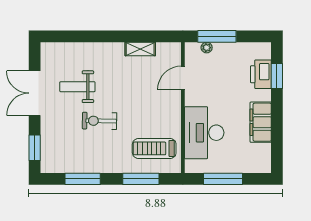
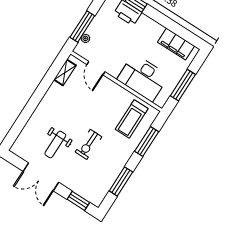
shelving: (140, 49) -> (65, 72), moved
filing cabinet: (261, 122) -> (176, 44), moved

